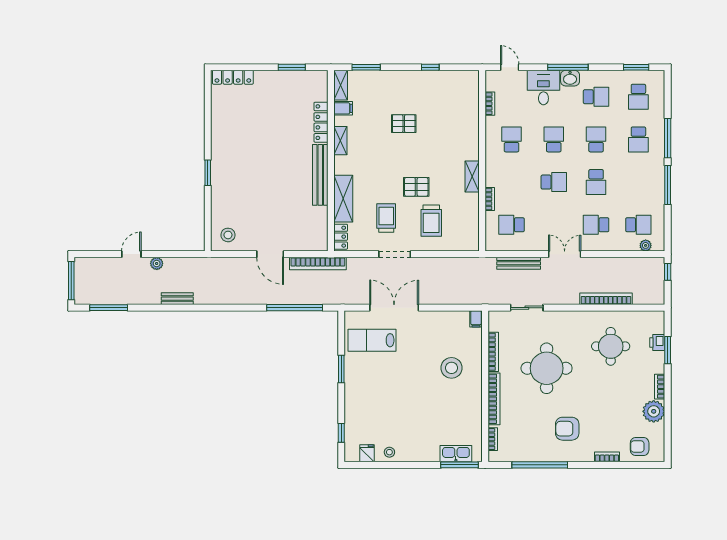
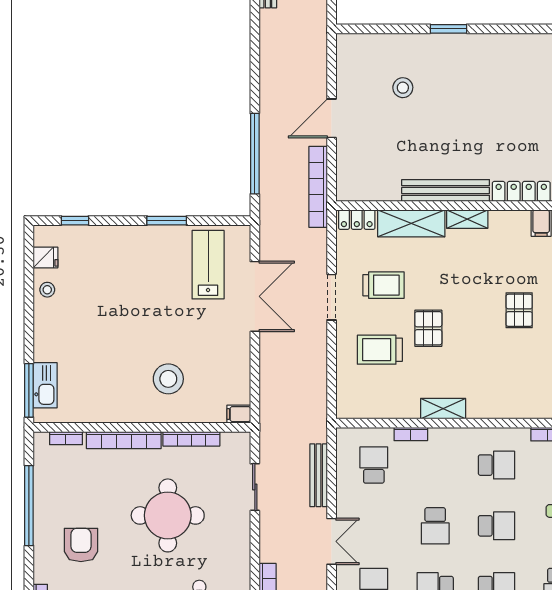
shelving: (340, 141) -> (467, 219), moved
stool: (228, 235) -> (403, 88), moved

